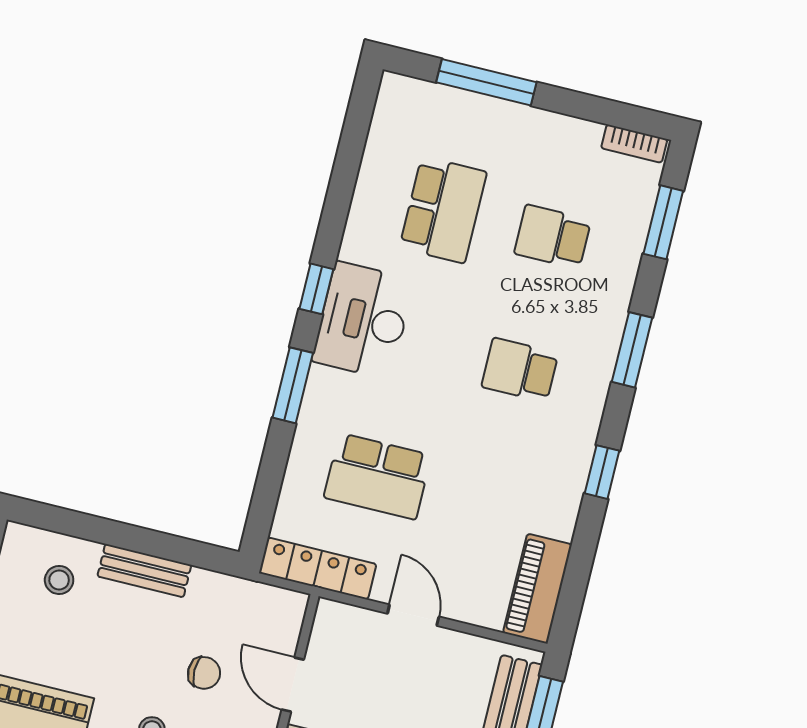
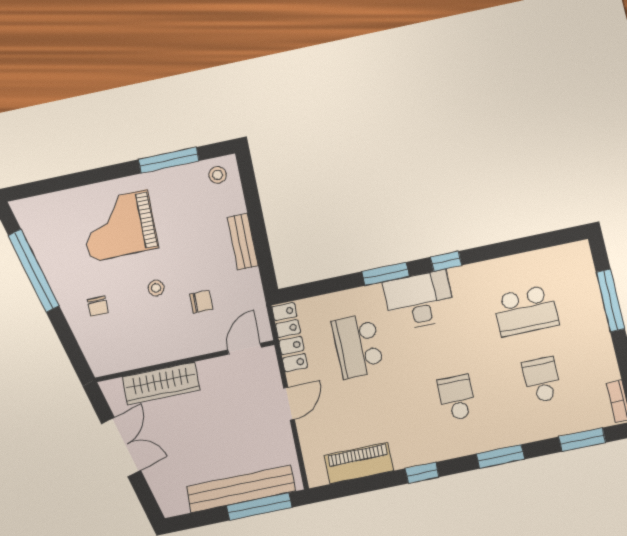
desk: (363, 320) -> (419, 300), moved
stool: (59, 580) -> (217, 175), moved
piano: (537, 589) -> (359, 463), moved
chair: (204, 673) -> (201, 302), turned -90
door: (293, 685) -> (244, 349), moved

